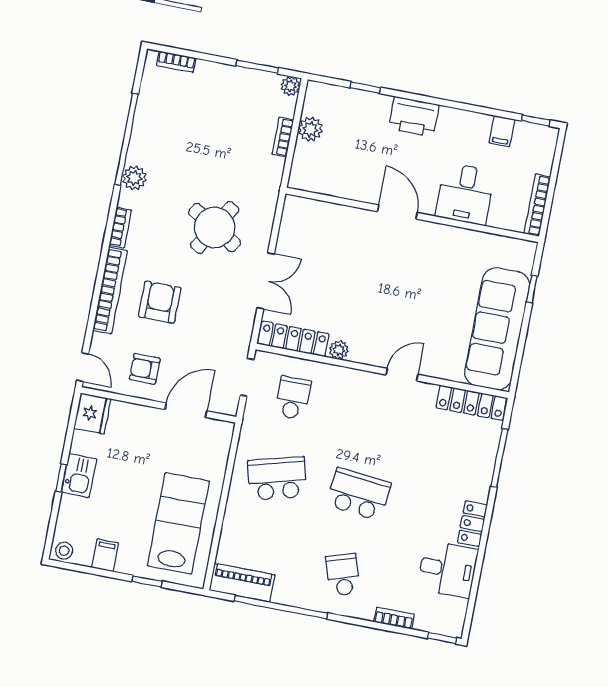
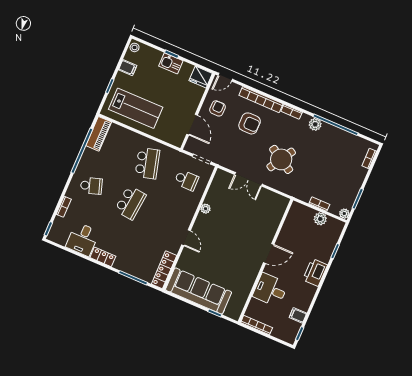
locker: (293, 339) -> (216, 187), removed

